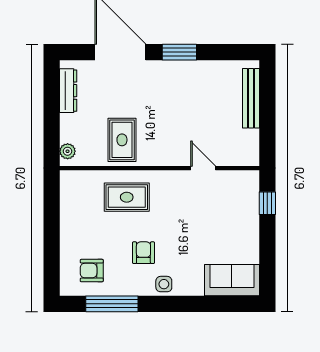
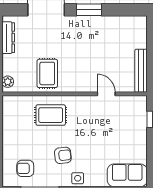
bench: (251, 98) -> (141, 71), moved
armchair: (143, 253) -> (63, 155), turned 84

